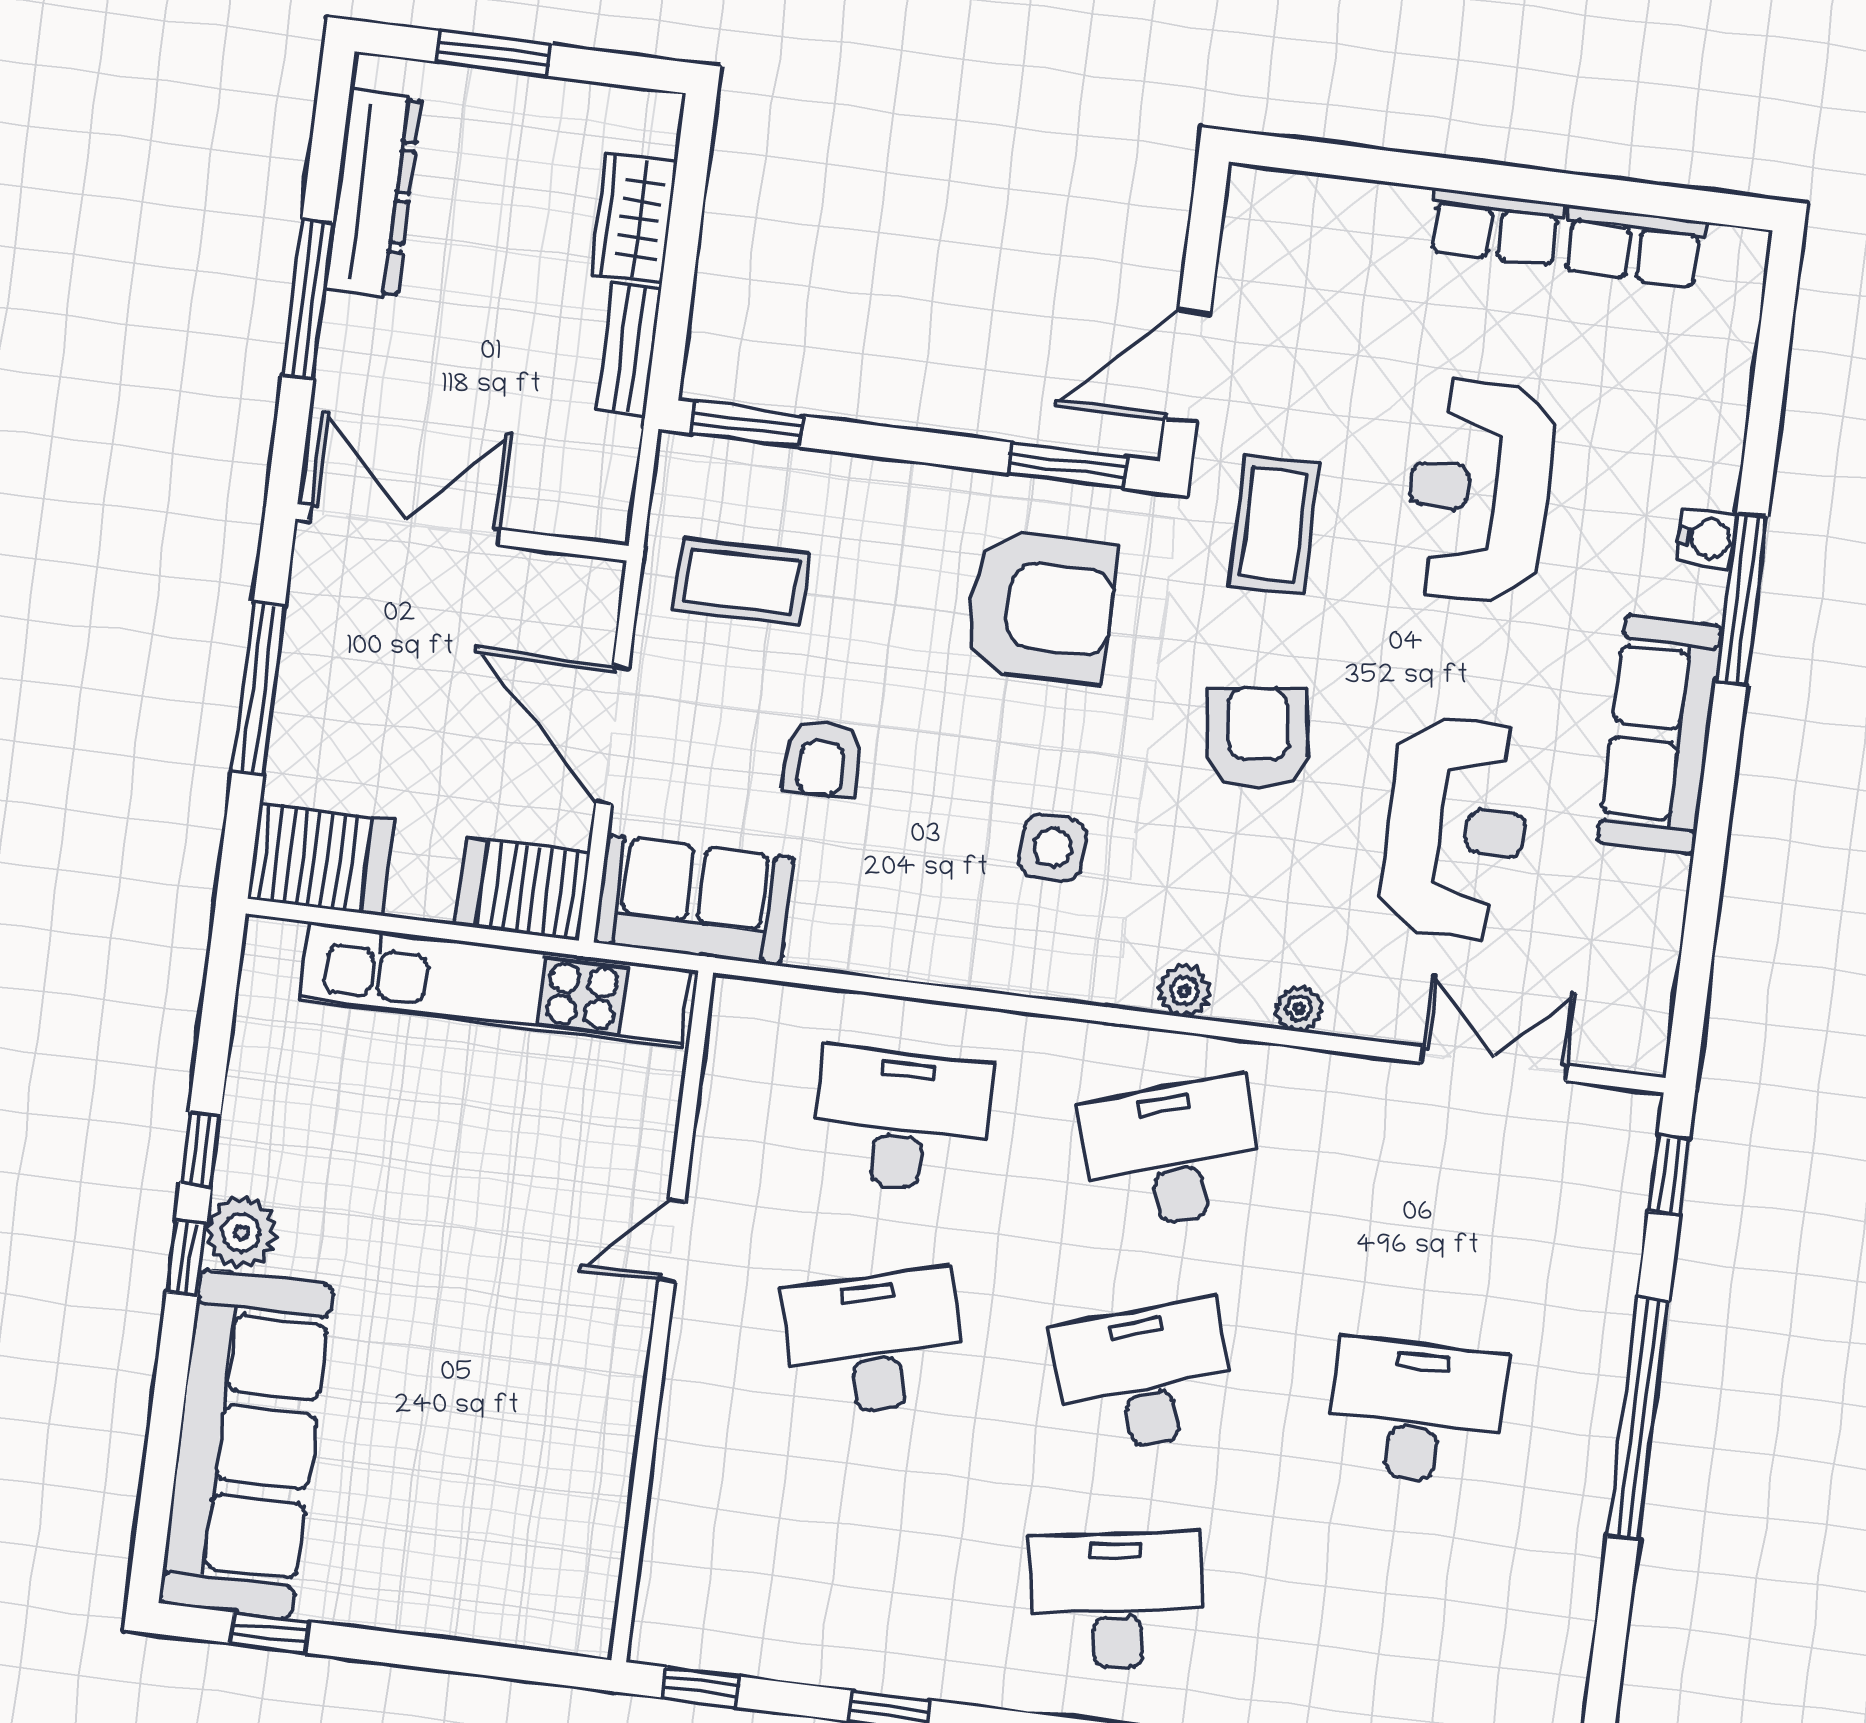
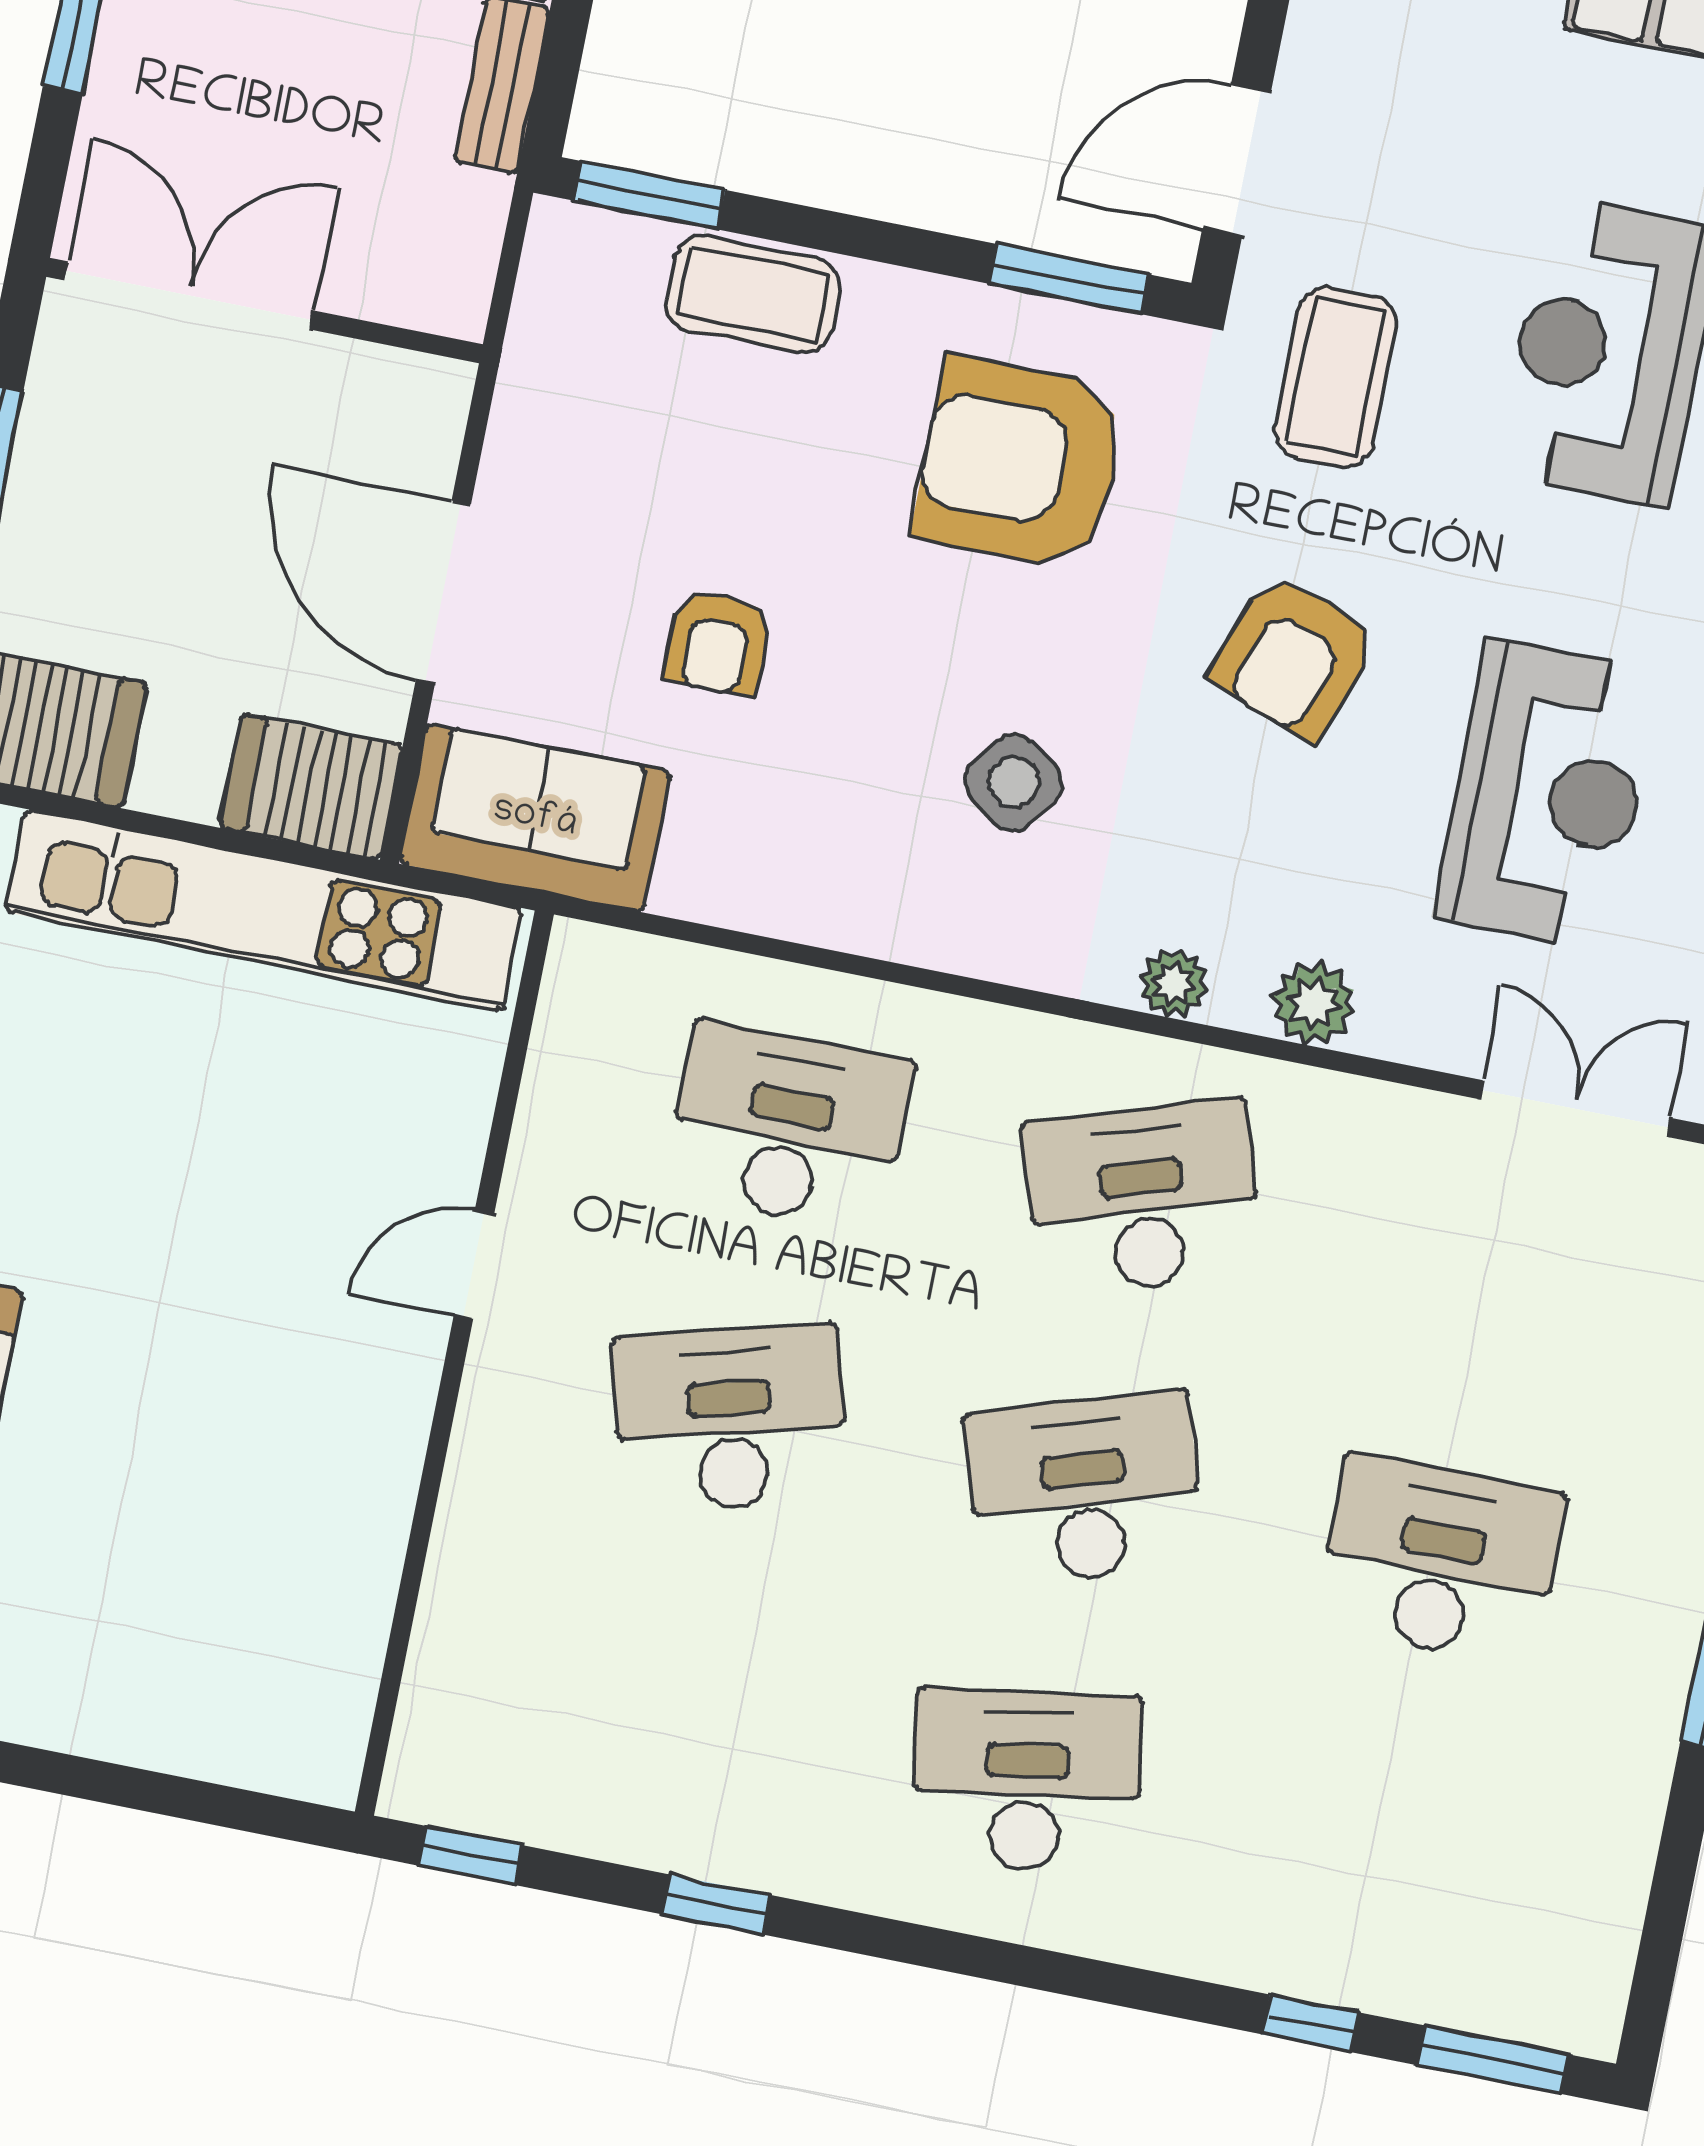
coffee table: (741, 581) -> (753, 294), moved
armchair: (1040, 606) -> (1020, 463), turned 180
armchair: (1258, 738) -> (1294, 656), turned -153
side table: (1053, 848) -> (1014, 782), turned 36
plant: (1299, 1008) -> (1314, 1003), width x1.38, depth x1.38

